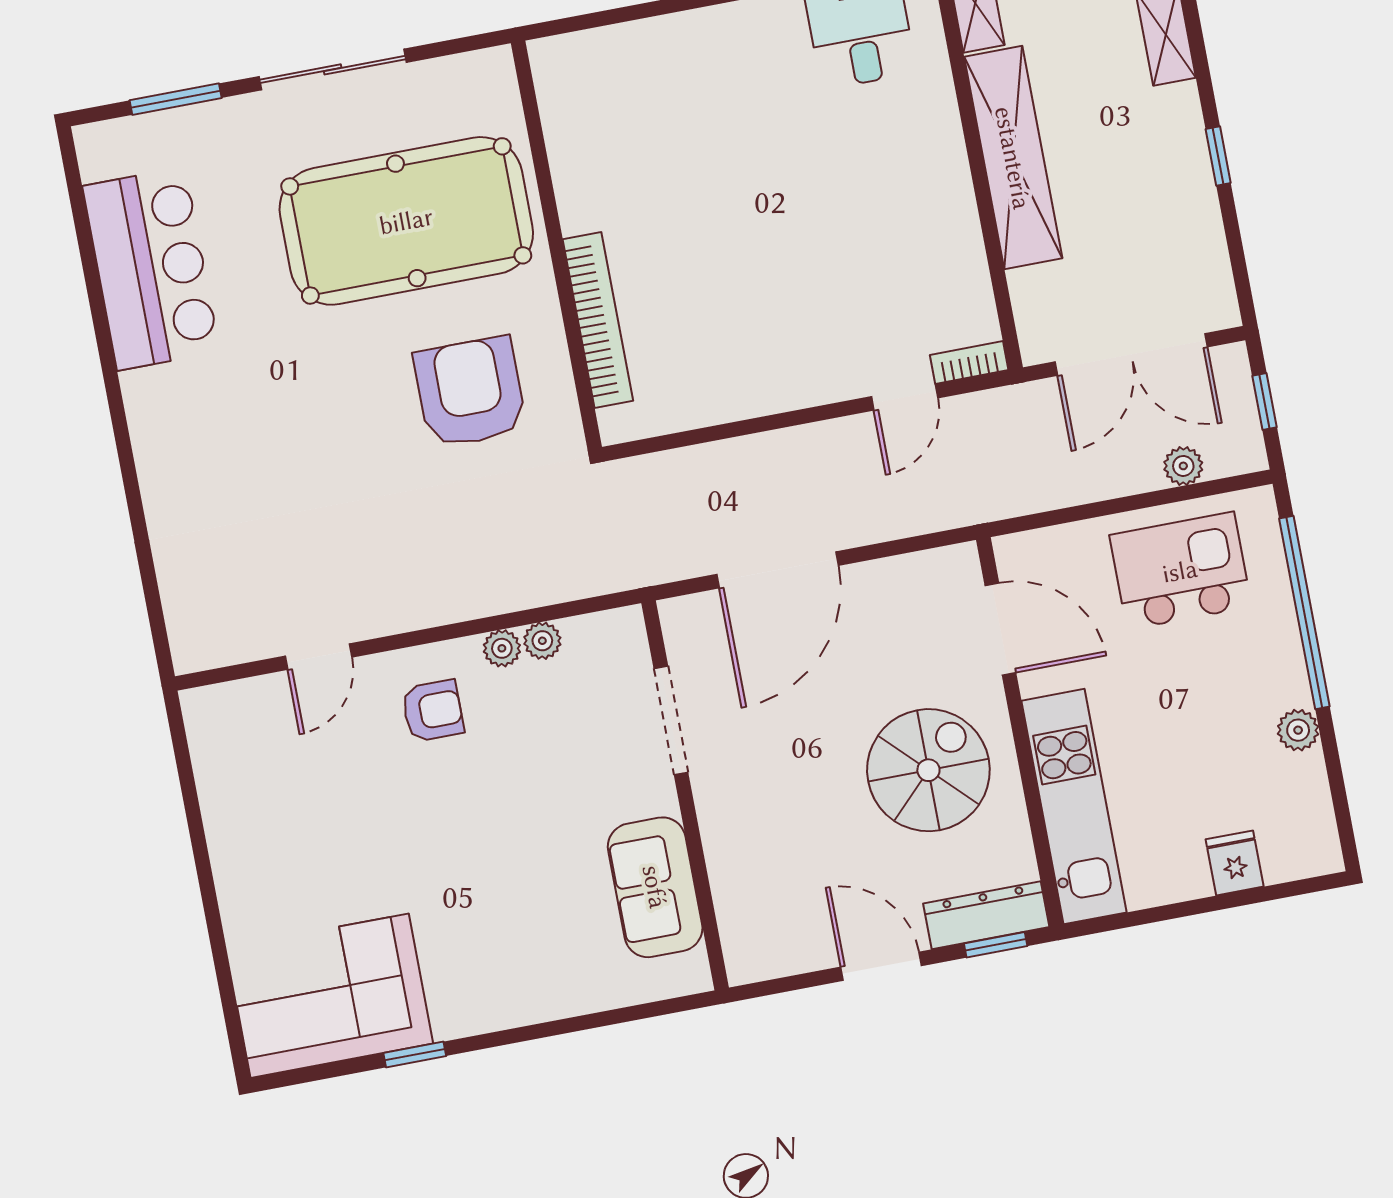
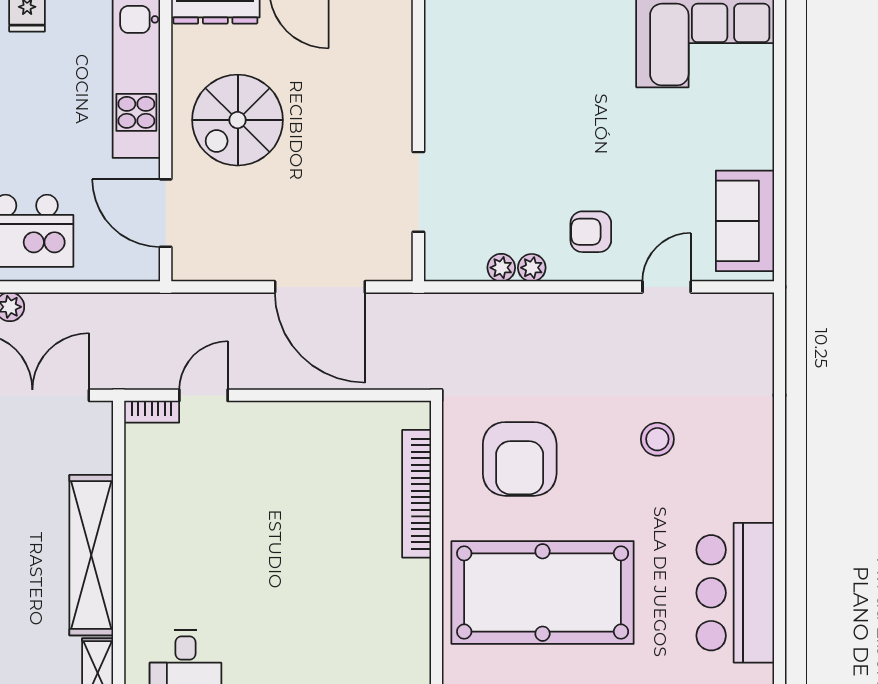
stool: (293, 453) -> (657, 439), added
door: (777, 570) -> (320, 287), swing flipped
sofa: (655, 887) -> (745, 221), moved, turned 180

